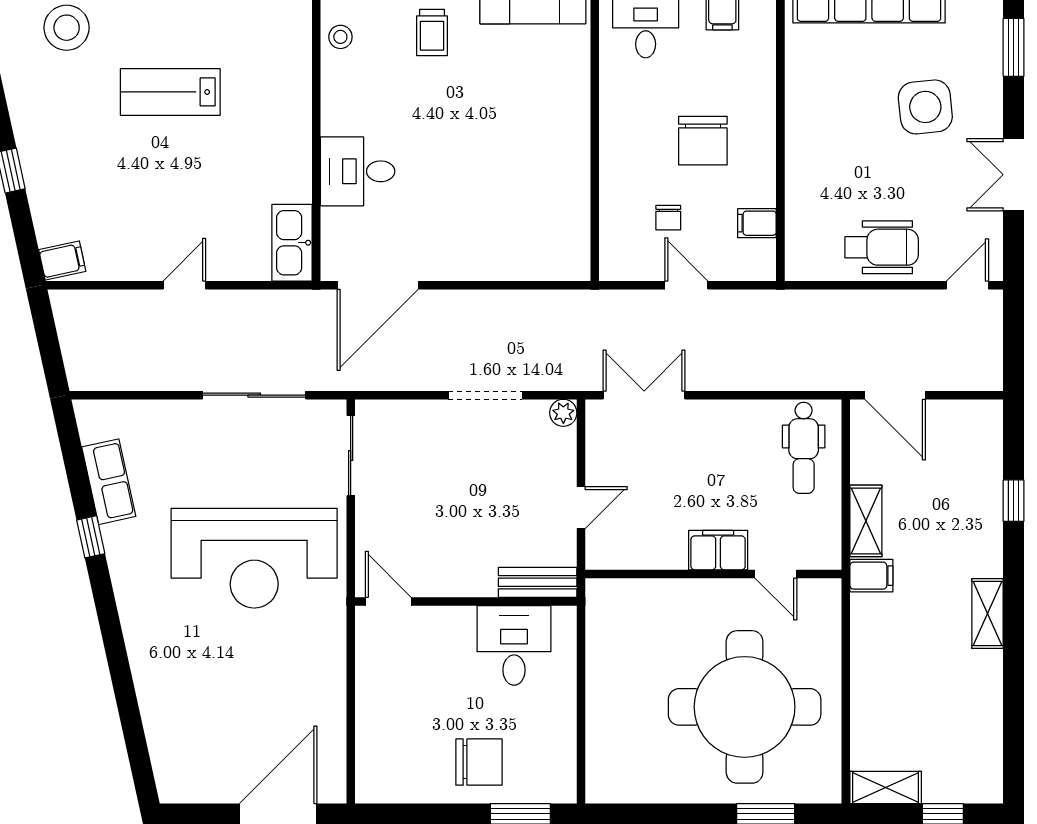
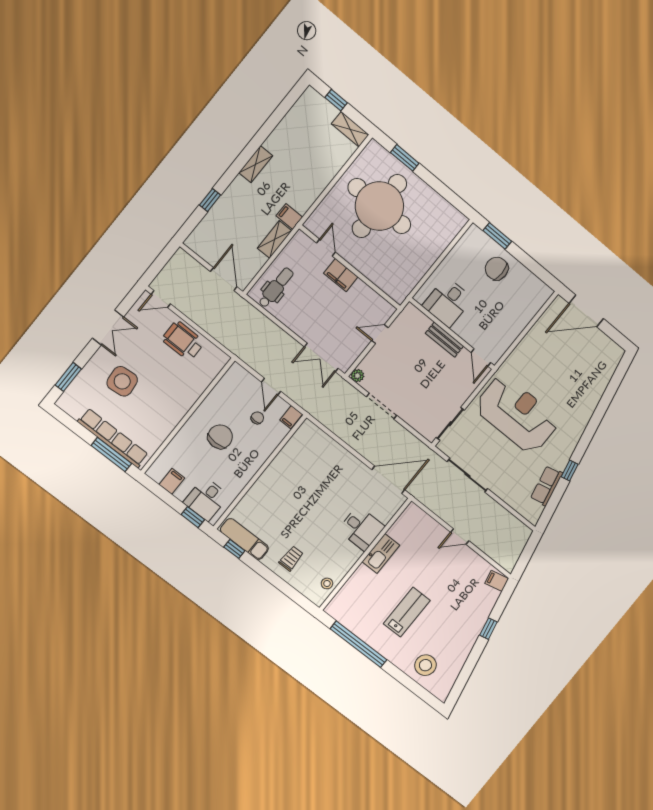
lab bench: (170, 92) -> (407, 612), turned -90
filing cabinet: (757, 223) -> (291, 417), moved, turned 90
kitchen sink: (292, 243) -> (381, 553), moved
bench: (538, 582) -> (445, 340), moved

